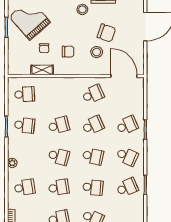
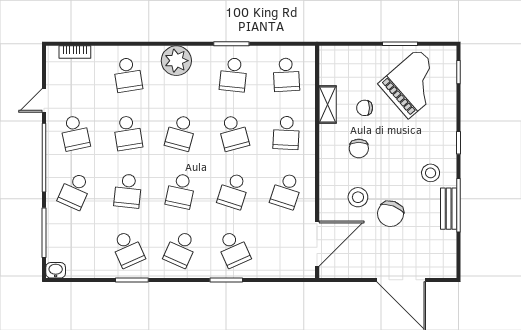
school desk: (59, 94) -> (286, 133), added
school desk: (93, 94) -> (286, 191), turned 42
school desk: (93, 125) -> (233, 191), turned 42
plant: (12, 163) -> (176, 61), width x1.87, depth x1.87

